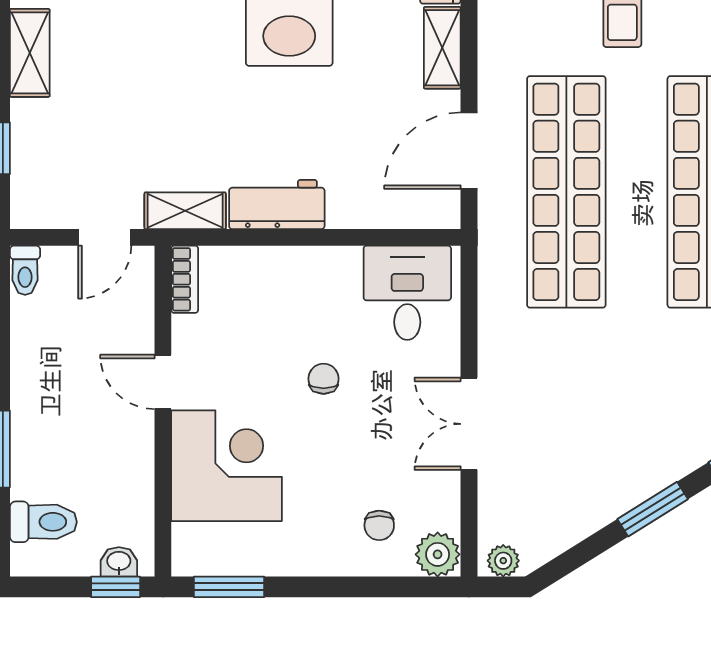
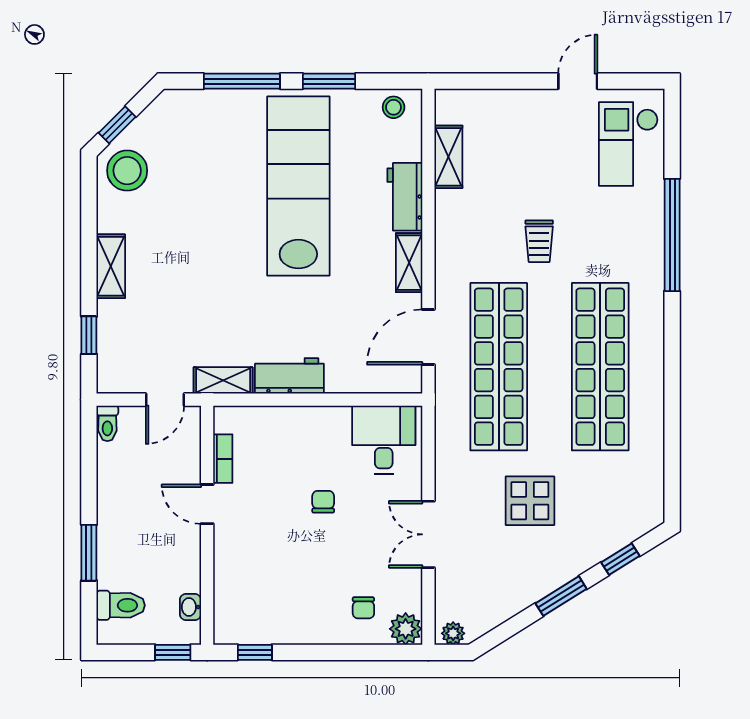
bookcase: (185, 279) -> (223, 459), moved
display table: (610, 377) -> (530, 501), added
corner desk: (227, 466) -> (253, 565), removed
washbasin: (119, 562) -> (190, 607), moved, turned -90
window: (229, 587) -> (255, 652), width x0.67

